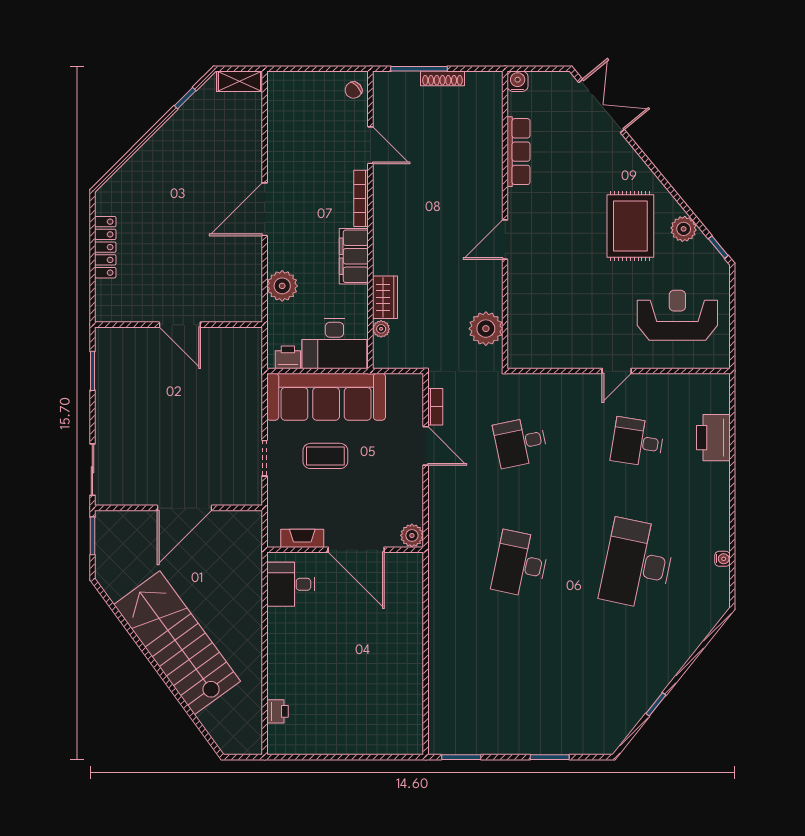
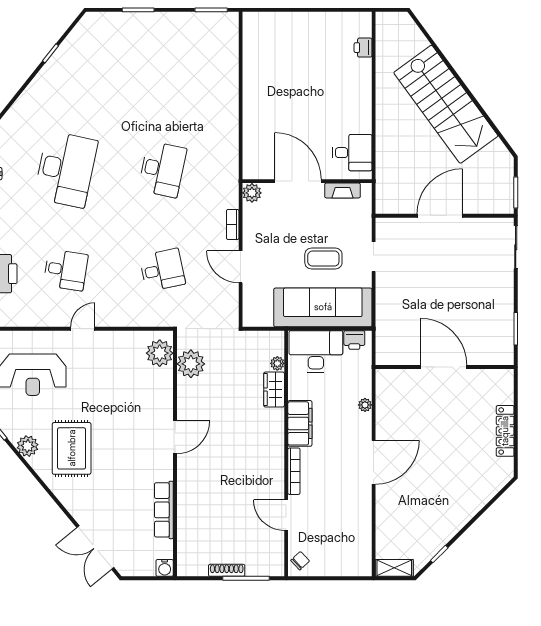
plant: (282, 286) -> (365, 405), width x0.53, depth x0.53
door: (180, 325) -> (444, 367), width x1.36
plant: (524, 341) -> (160, 353), added
bookcase: (435, 407) -> (233, 224), moved

